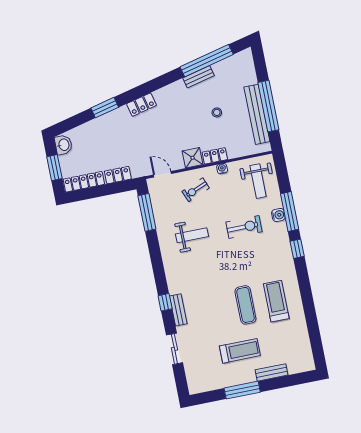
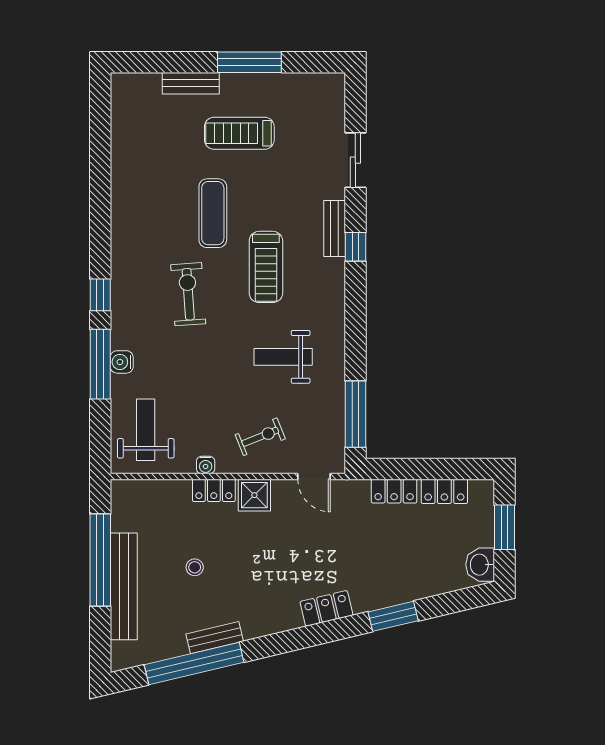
bench: (257, 114) -> (124, 586), moved
locker: (84, 182) -> (444, 491), width x0.66
exercise bike: (244, 227) -> (188, 294), moved, turned 86
treadmill: (276, 301) -> (266, 267), moved

